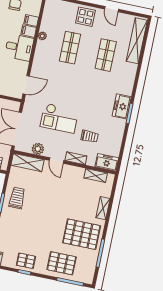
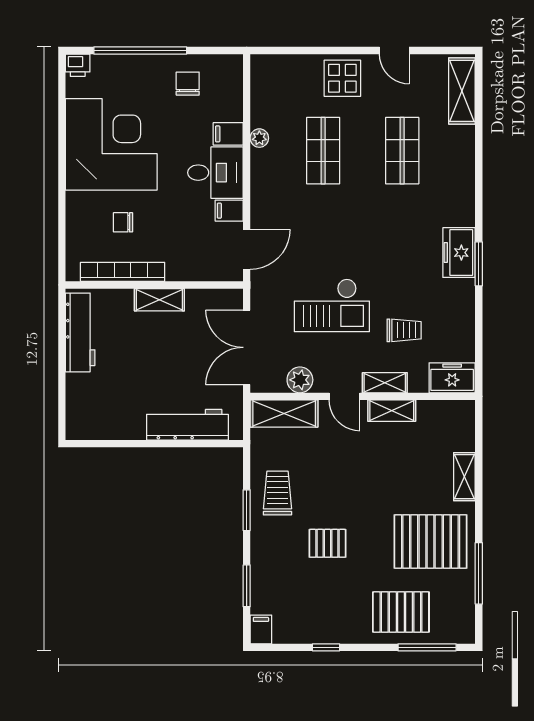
filing cabinet: (31, 21) -> (229, 211), moved
shelving: (137, 41) -> (462, 91), width x0.68
shelving: (96, 175) -> (392, 411), moved
pallet: (26, 261) -> (327, 543), moved

